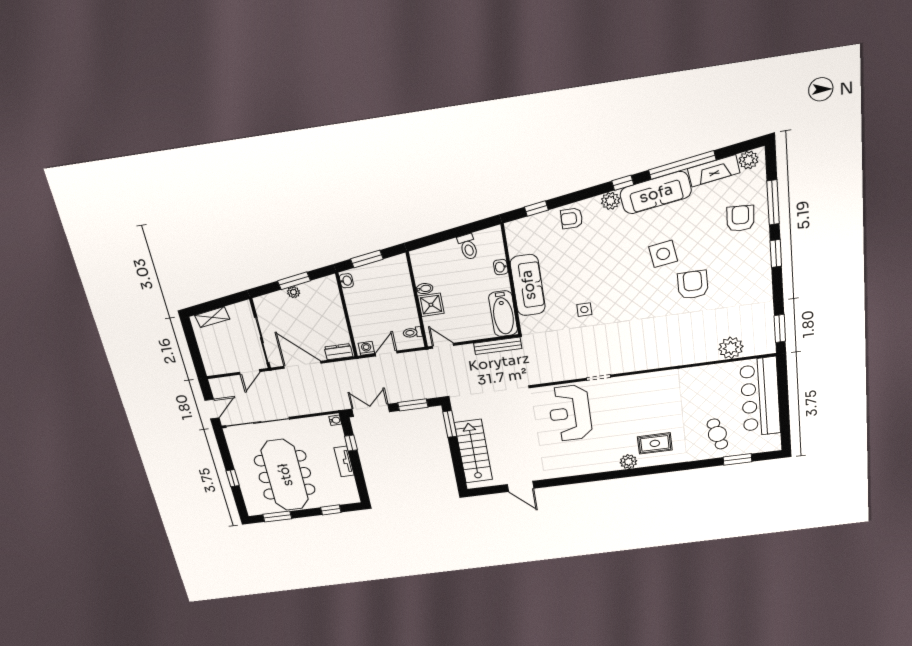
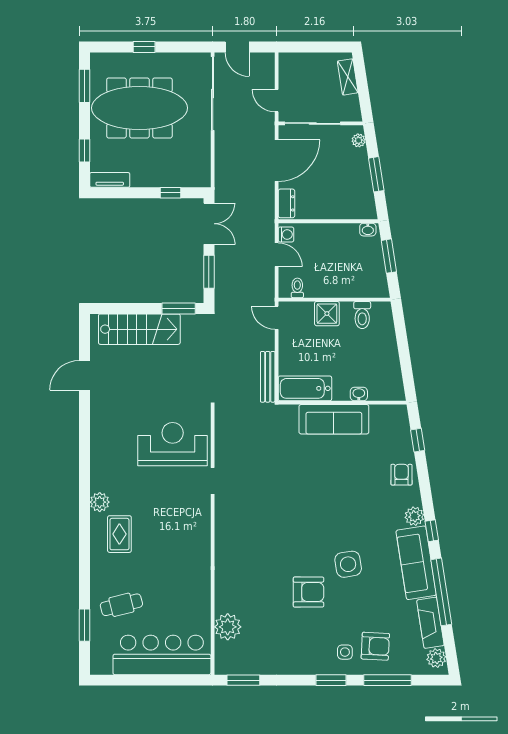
toilet: (468, 247) -> (362, 315), moved, turned -81
bidet: (424, 289) -> (347, 310), removed
plant: (294, 292) -> (359, 140), moved
side table: (584, 310) -> (345, 652), moved
door: (443, 346) -> (277, 318), swing flipped
water cooler: (335, 420) -> (202, 181), removed
tv unit: (344, 462) -> (110, 180), moved

